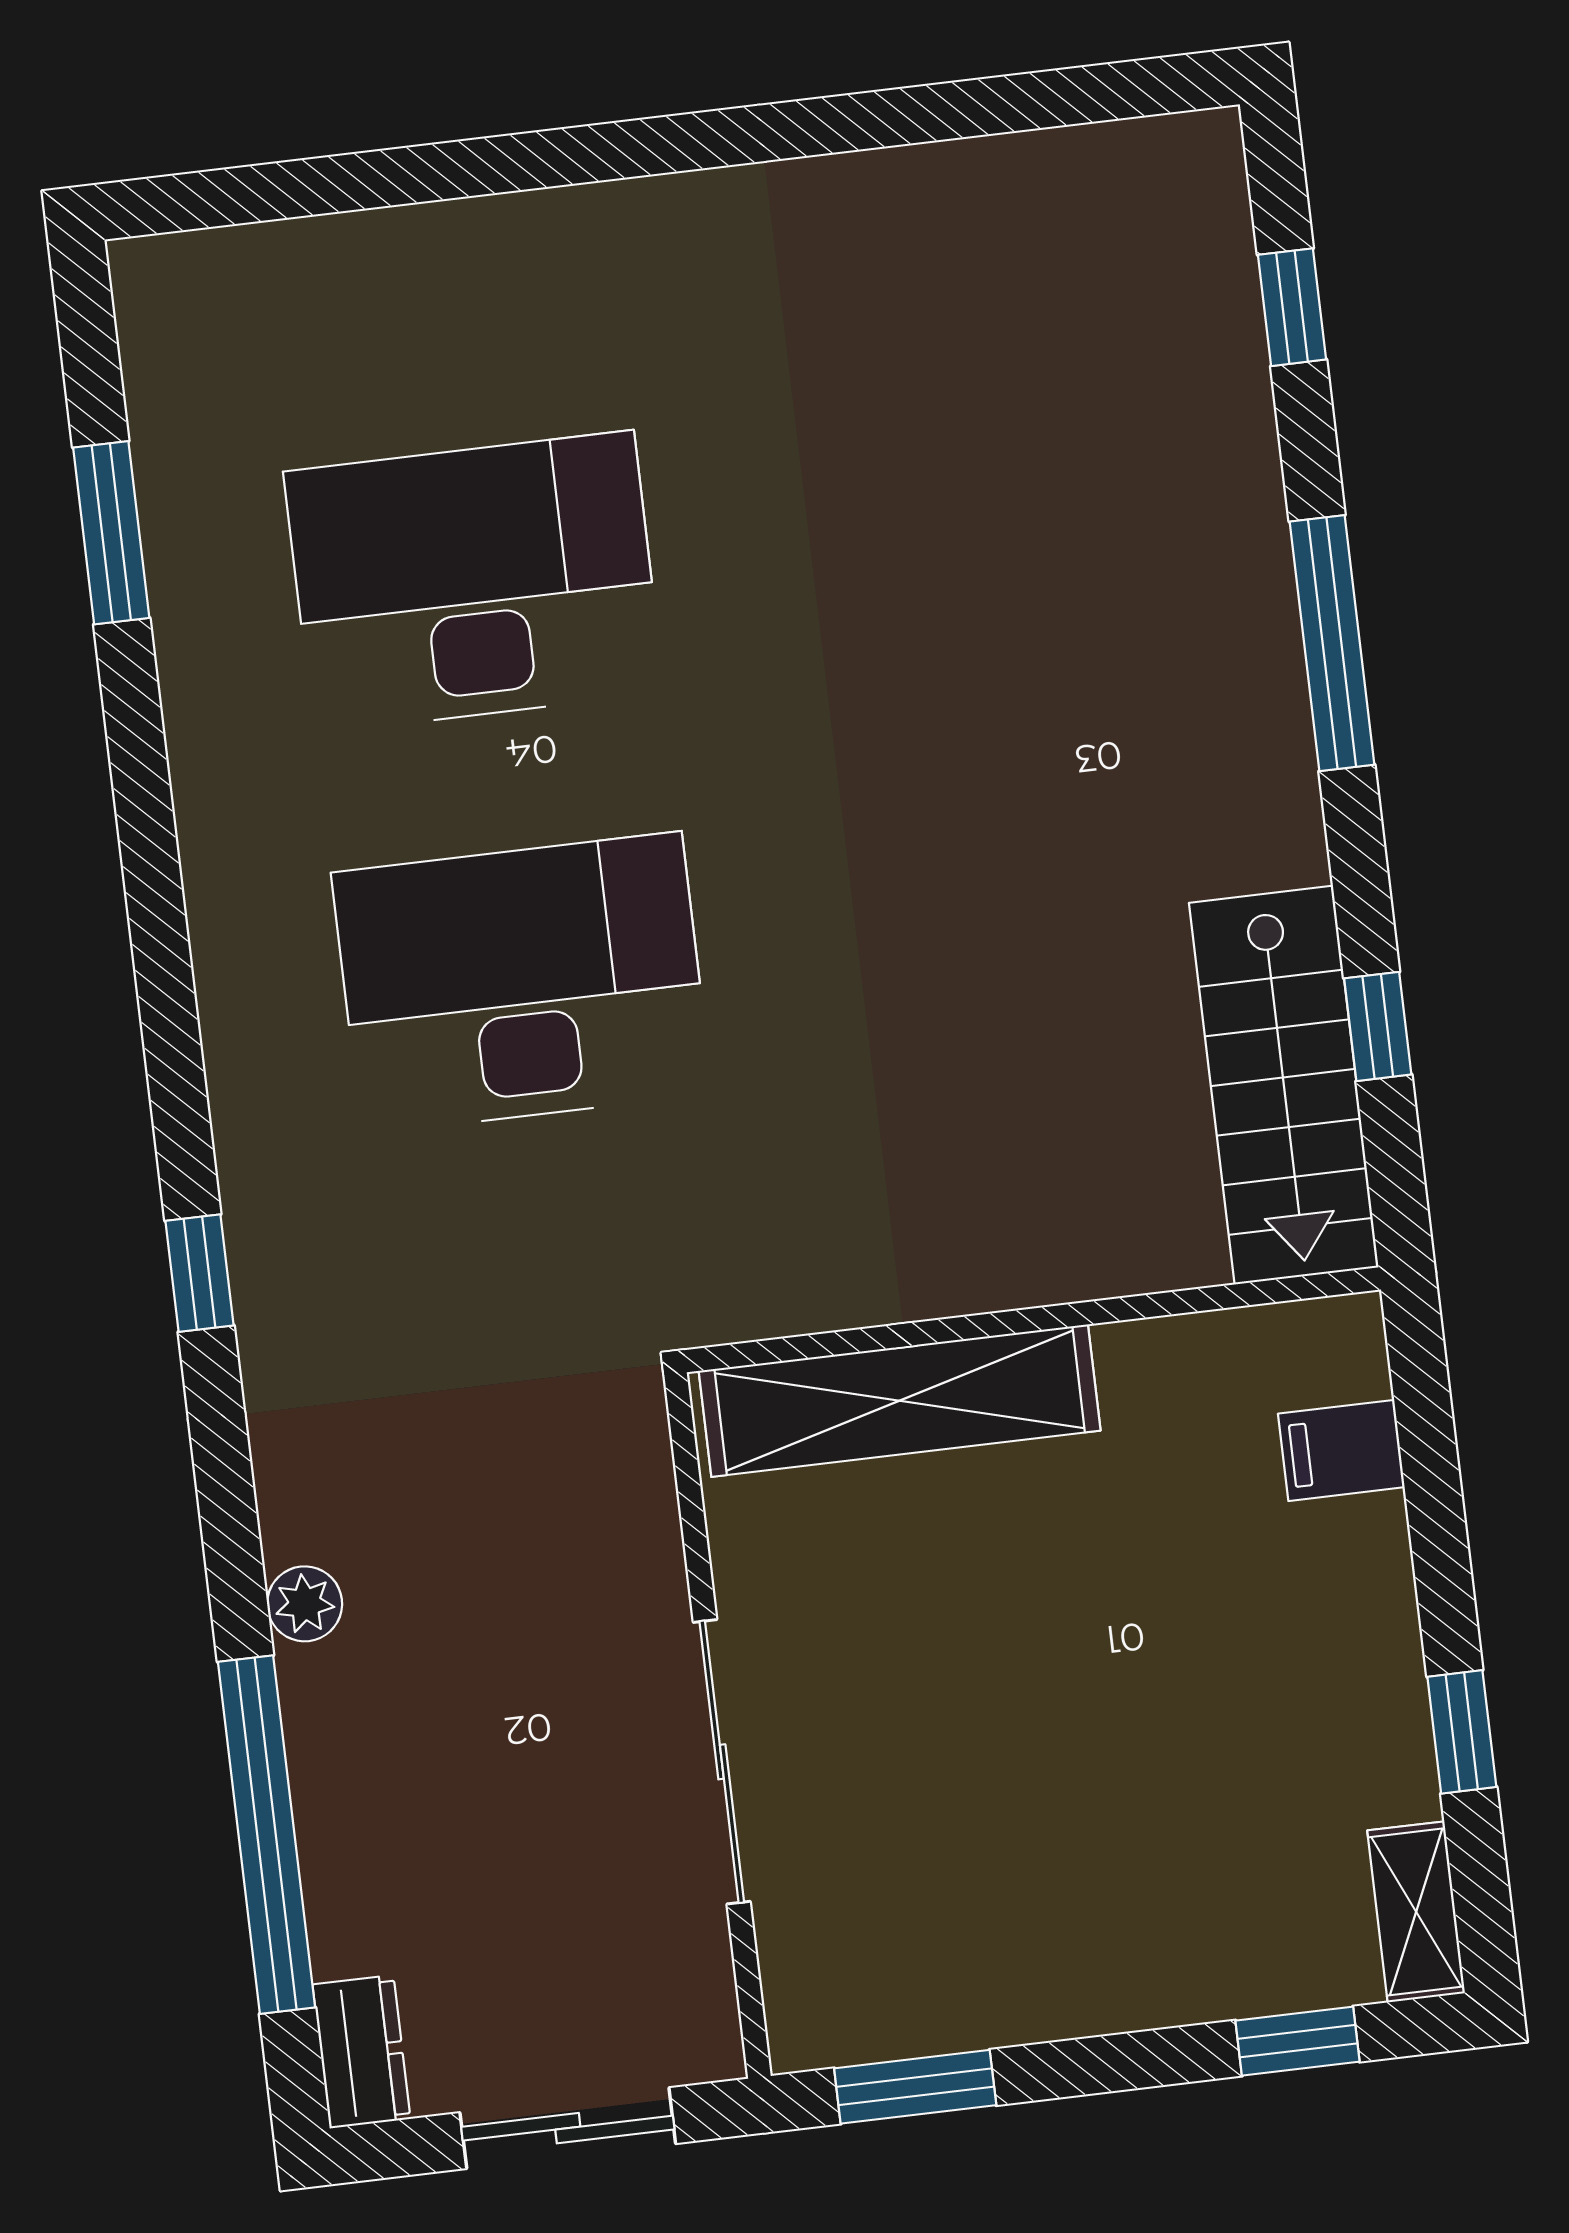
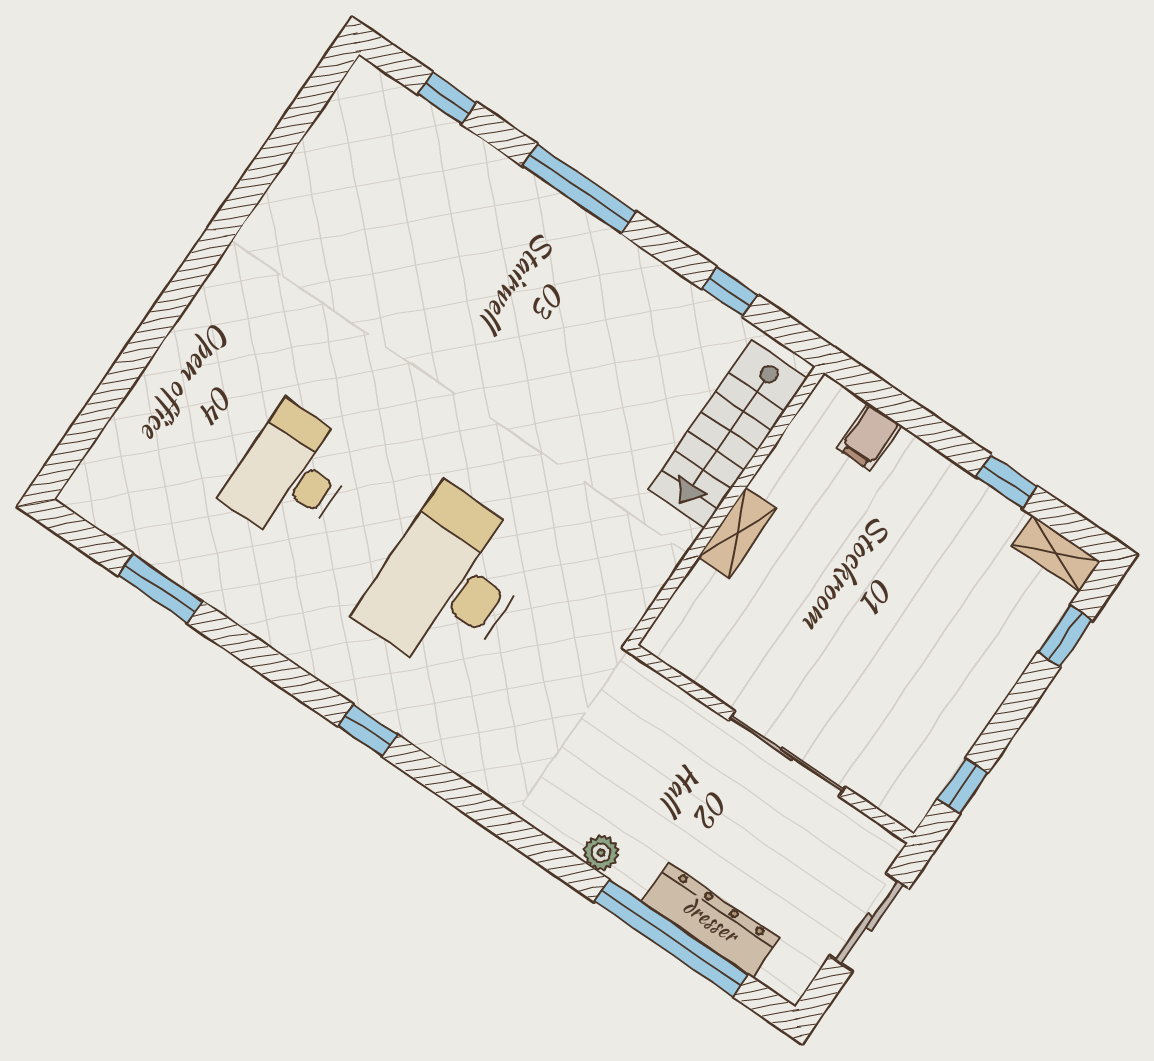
desk: (474, 582) -> (291, 475), width x0.73, depth x0.77
stairs: (1284, 1085) -> (728, 434), moved, turned 90
window: (200, 1273) -> (368, 731), moved
shelving: (900, 1401) -> (737, 533), width x0.45, depth x0.75
dresser: (361, 2052) -> (711, 920), moved, width x1.96, depth x1.24
window: (915, 2087) -> (963, 786), width x0.67

